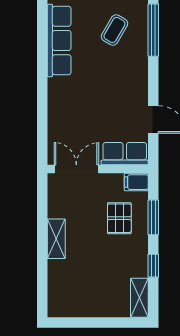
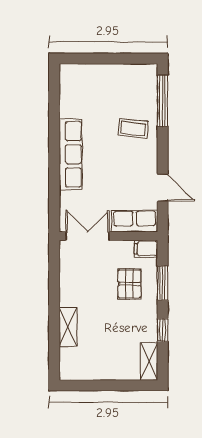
coffee table: (114, 30) -> (133, 128), moved, turned 66
row of seats: (59, 41) -> (71, 154), moved
shelving: (56, 239) -> (68, 327), moved

